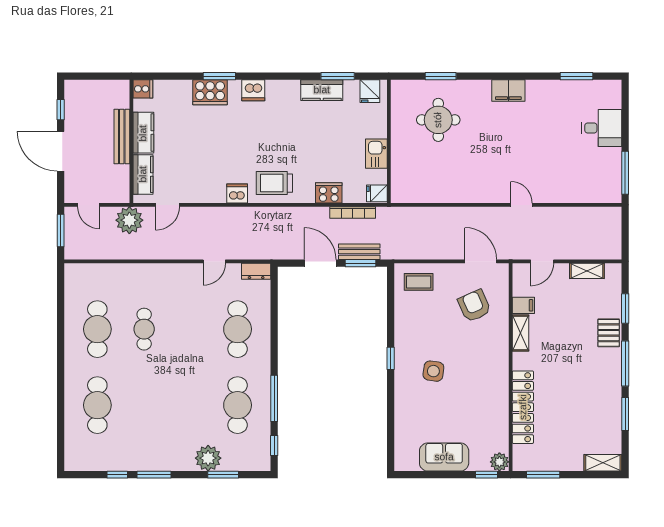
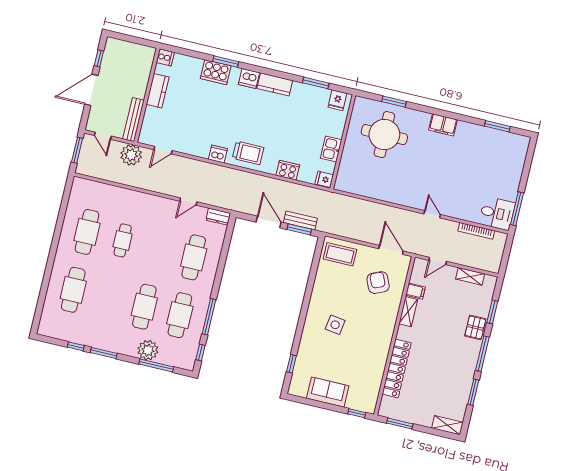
kitchen counter: (322, 90) -> (275, 84), moved
round table: (438, 120) -> (384, 135), width x1.36, depth x1.36
desk: (602, 128) -> (497, 213), moved
bench: (122, 137) -> (133, 120), moved
door: (61, 151) -> (91, 90), hinge flipped
kitchen counter: (143, 174) -> (150, 123), removed
trolley: (274, 183) -> (248, 153), turned 180
bookcase: (353, 212) -> (476, 231), moved
coffee table: (419, 282) -> (340, 254), width x1.36, depth x1.30
window: (391, 358) -> (291, 364), moved
cafe table: (191, 405) -> (144, 307), added
plant: (499, 462) -> (369, 406), removed
window: (223, 475) -> (156, 366), width x1.44

